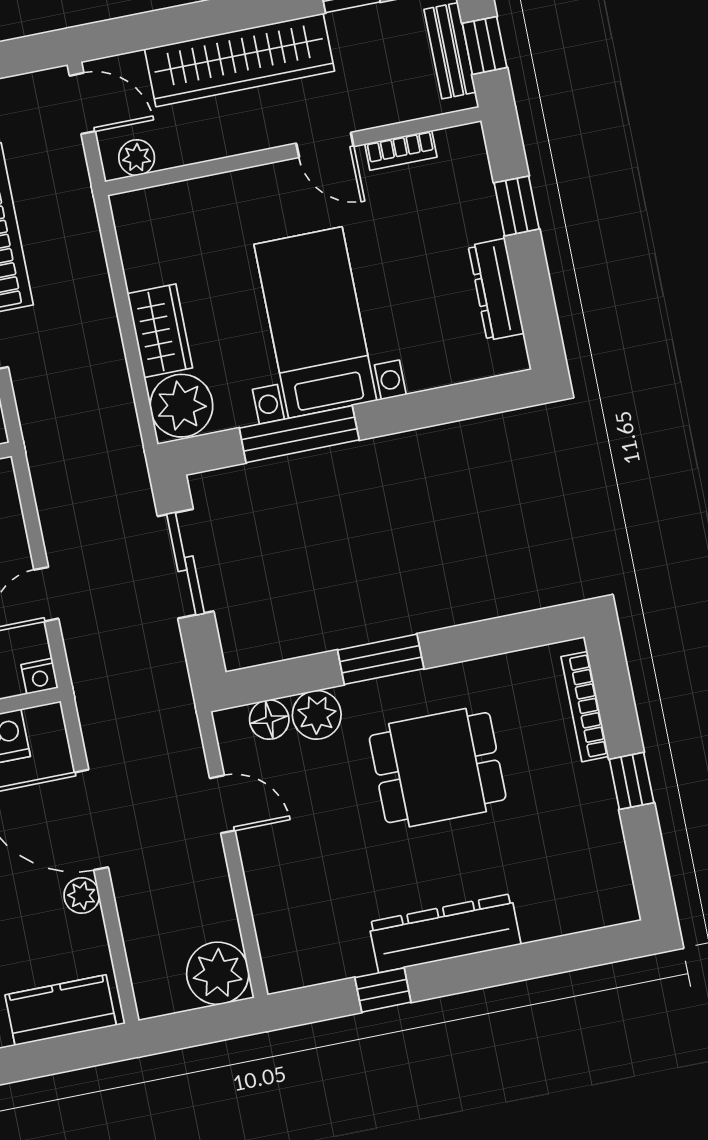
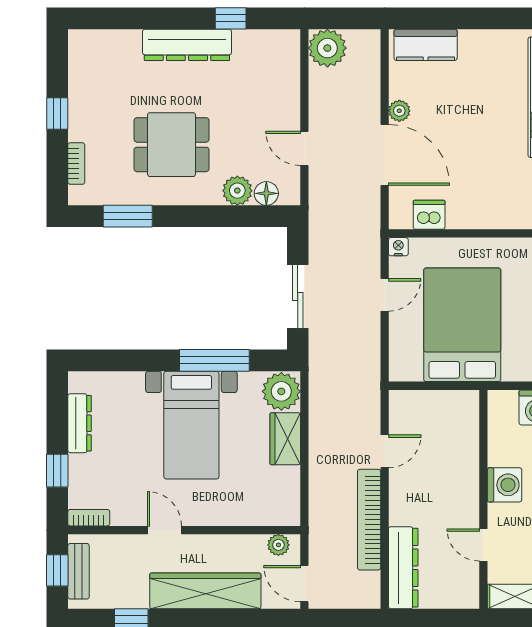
bookcase: (401, 150) -> (89, 518), moved
window: (381, 659) -> (128, 216), moved
bookcase: (585, 707) -> (76, 164), width x0.64

